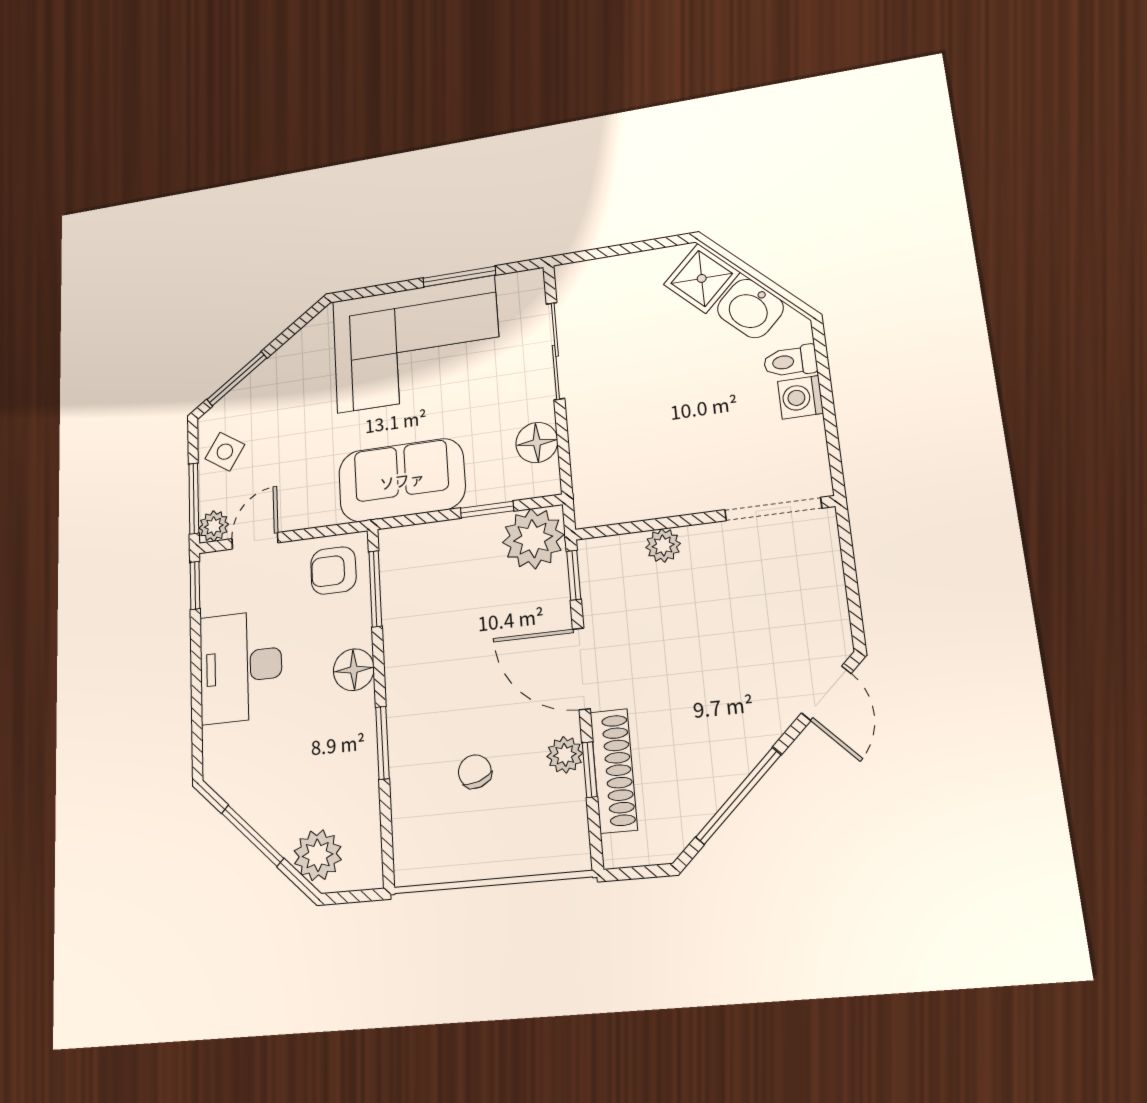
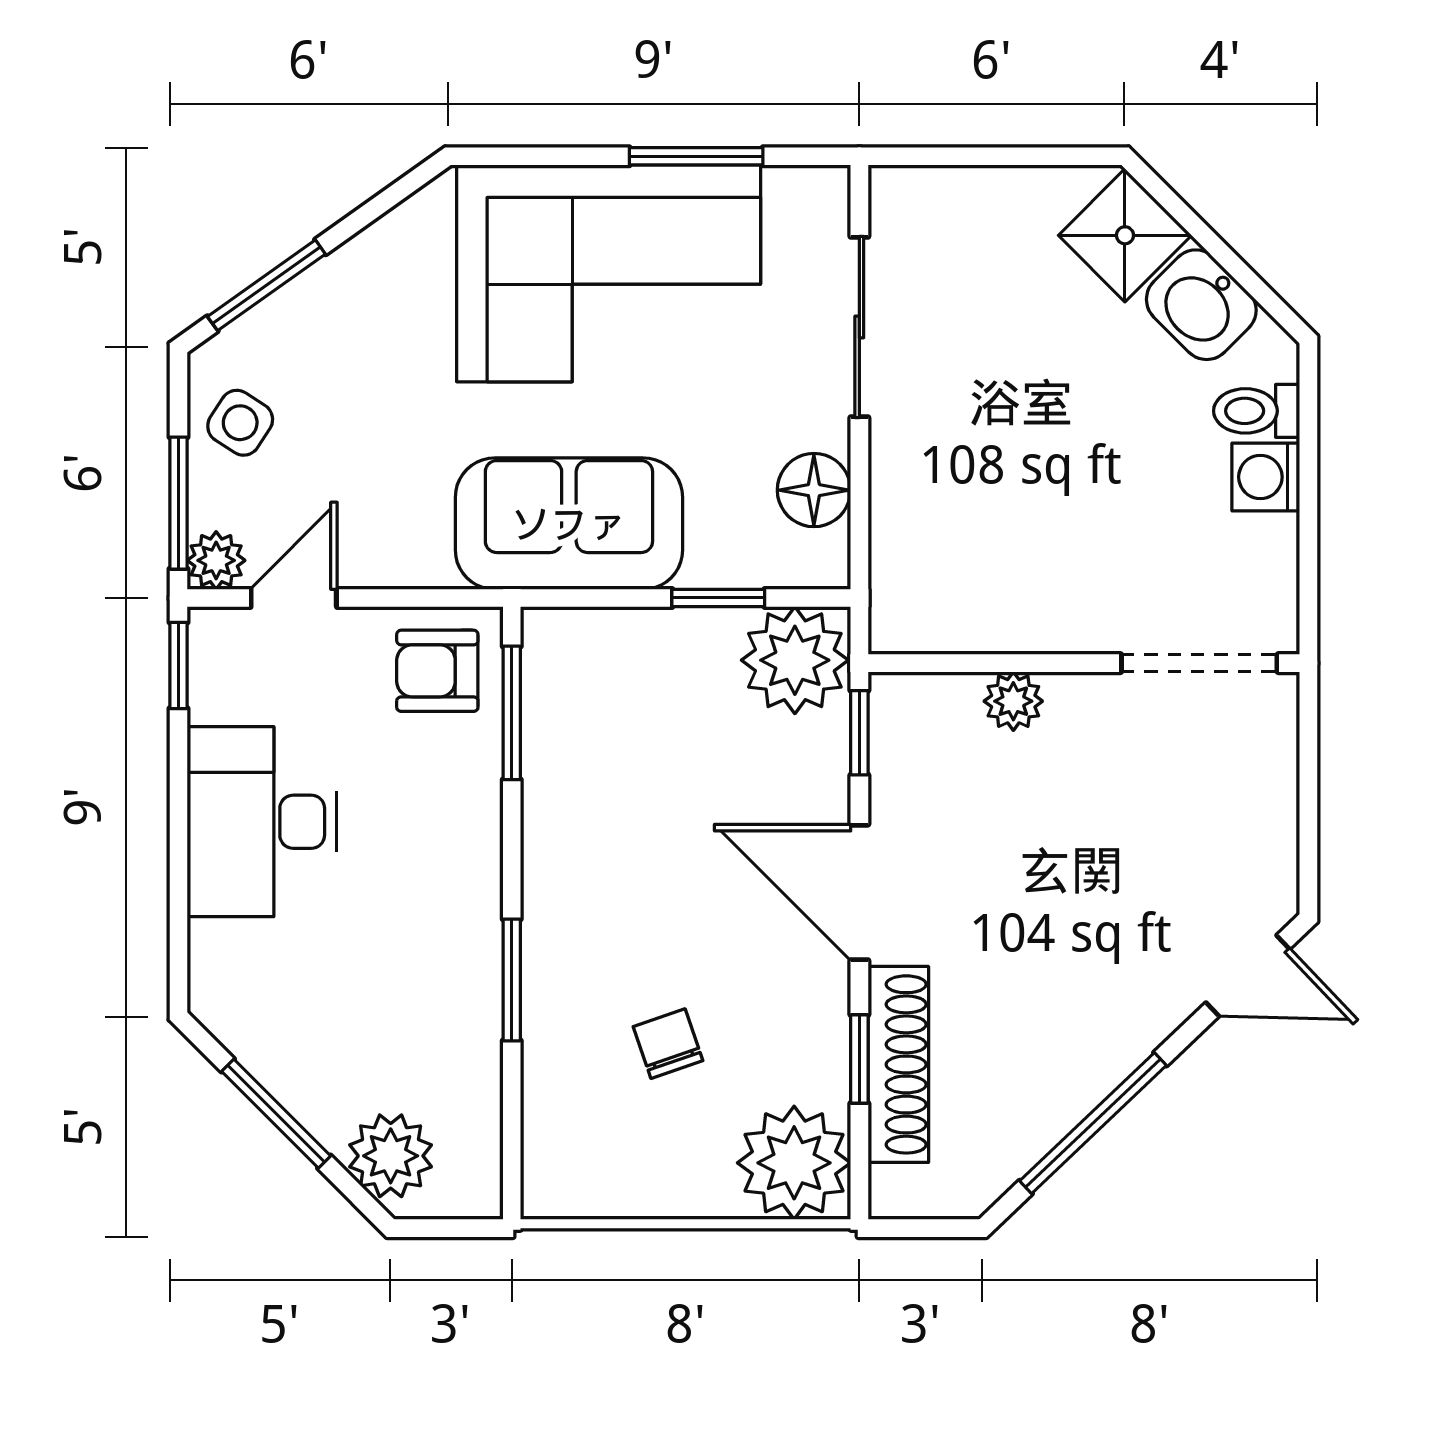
floor lamp: (354, 670) -> (467, 850), removed
door: (826, 693) -> (1248, 976), hinge flipped
plant: (565, 755) -> (794, 1163), moved, width x1.88, depth x1.88

